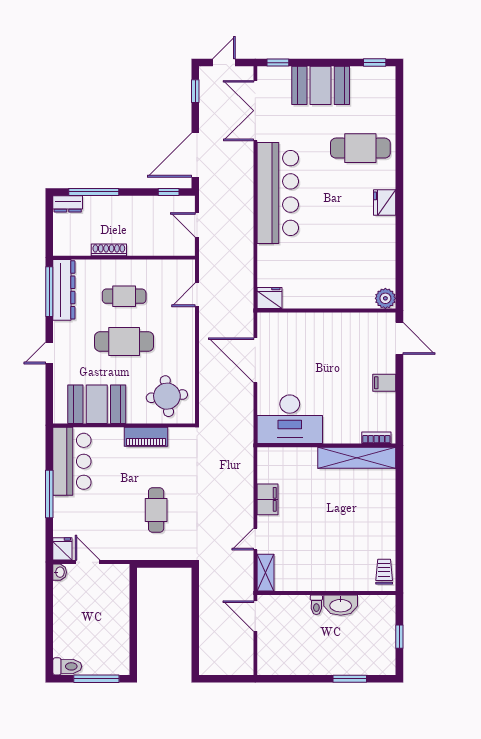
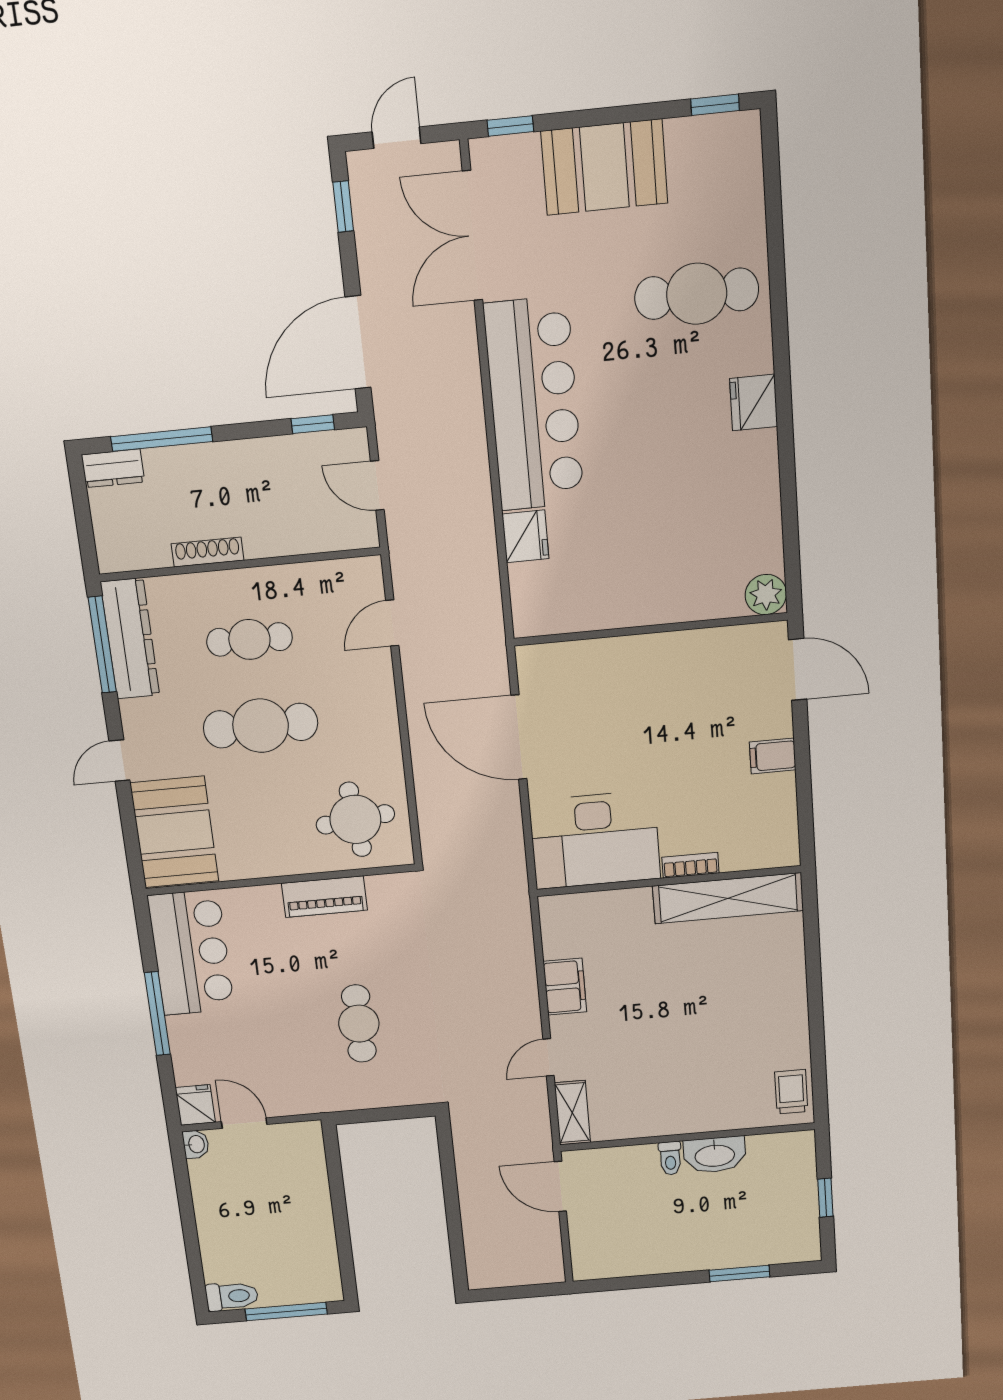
fridge: (270, 298) -> (525, 536), moved, turned 90
booth: (97, 404) -> (174, 832), moved, turned 90
bookcase: (376, 438) -> (690, 865), moved

